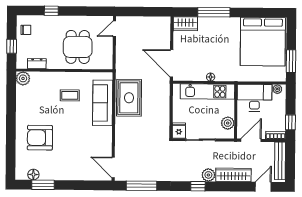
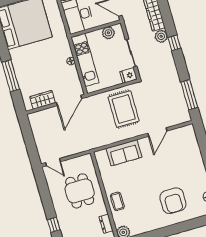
wardrobe: (185, 24) -> (43, 100), moved, turned -90
dining table: (78, 47) -> (80, 191), turned 90
coffee table: (70, 95) -> (117, 201), moved
rug: (129, 98) -> (124, 109), moved, turned 90
sofa: (103, 103) -> (124, 153), width x0.73
door: (113, 167) -> (157, 132), moved

